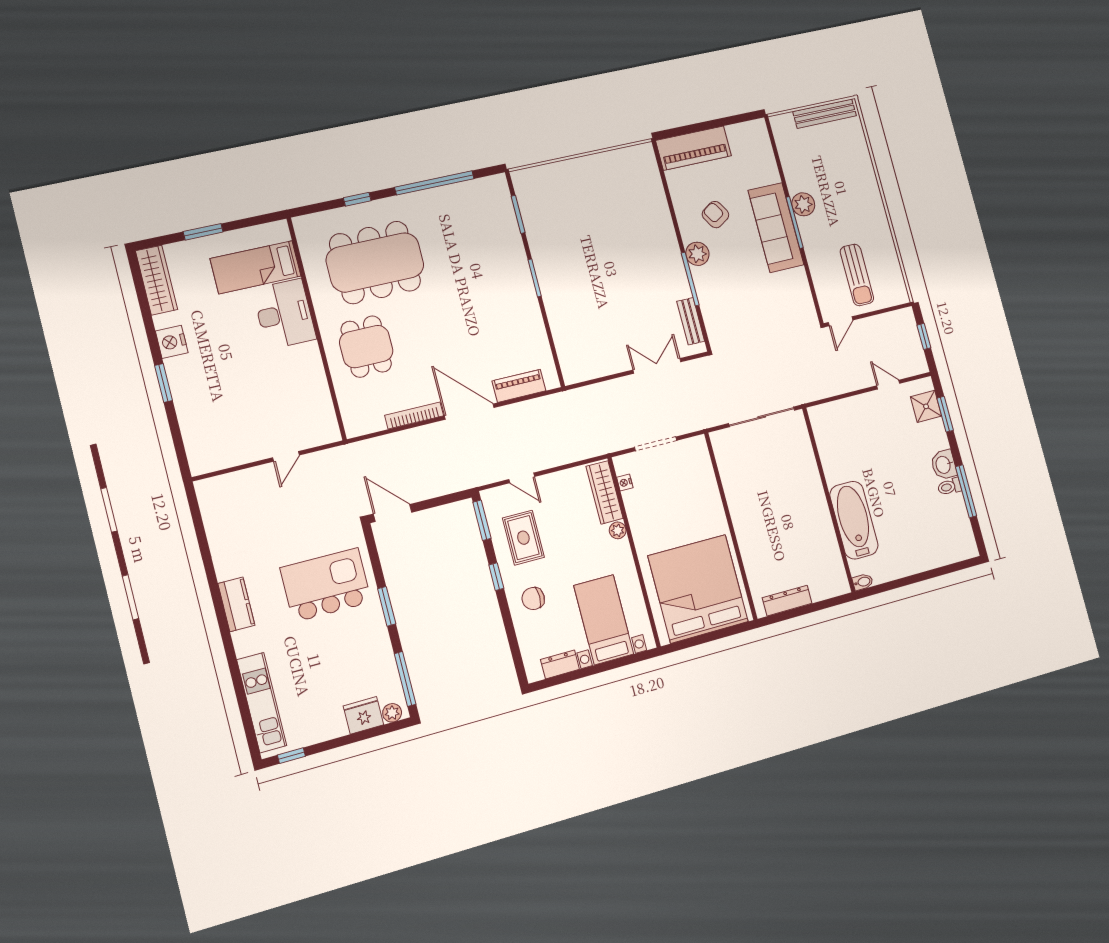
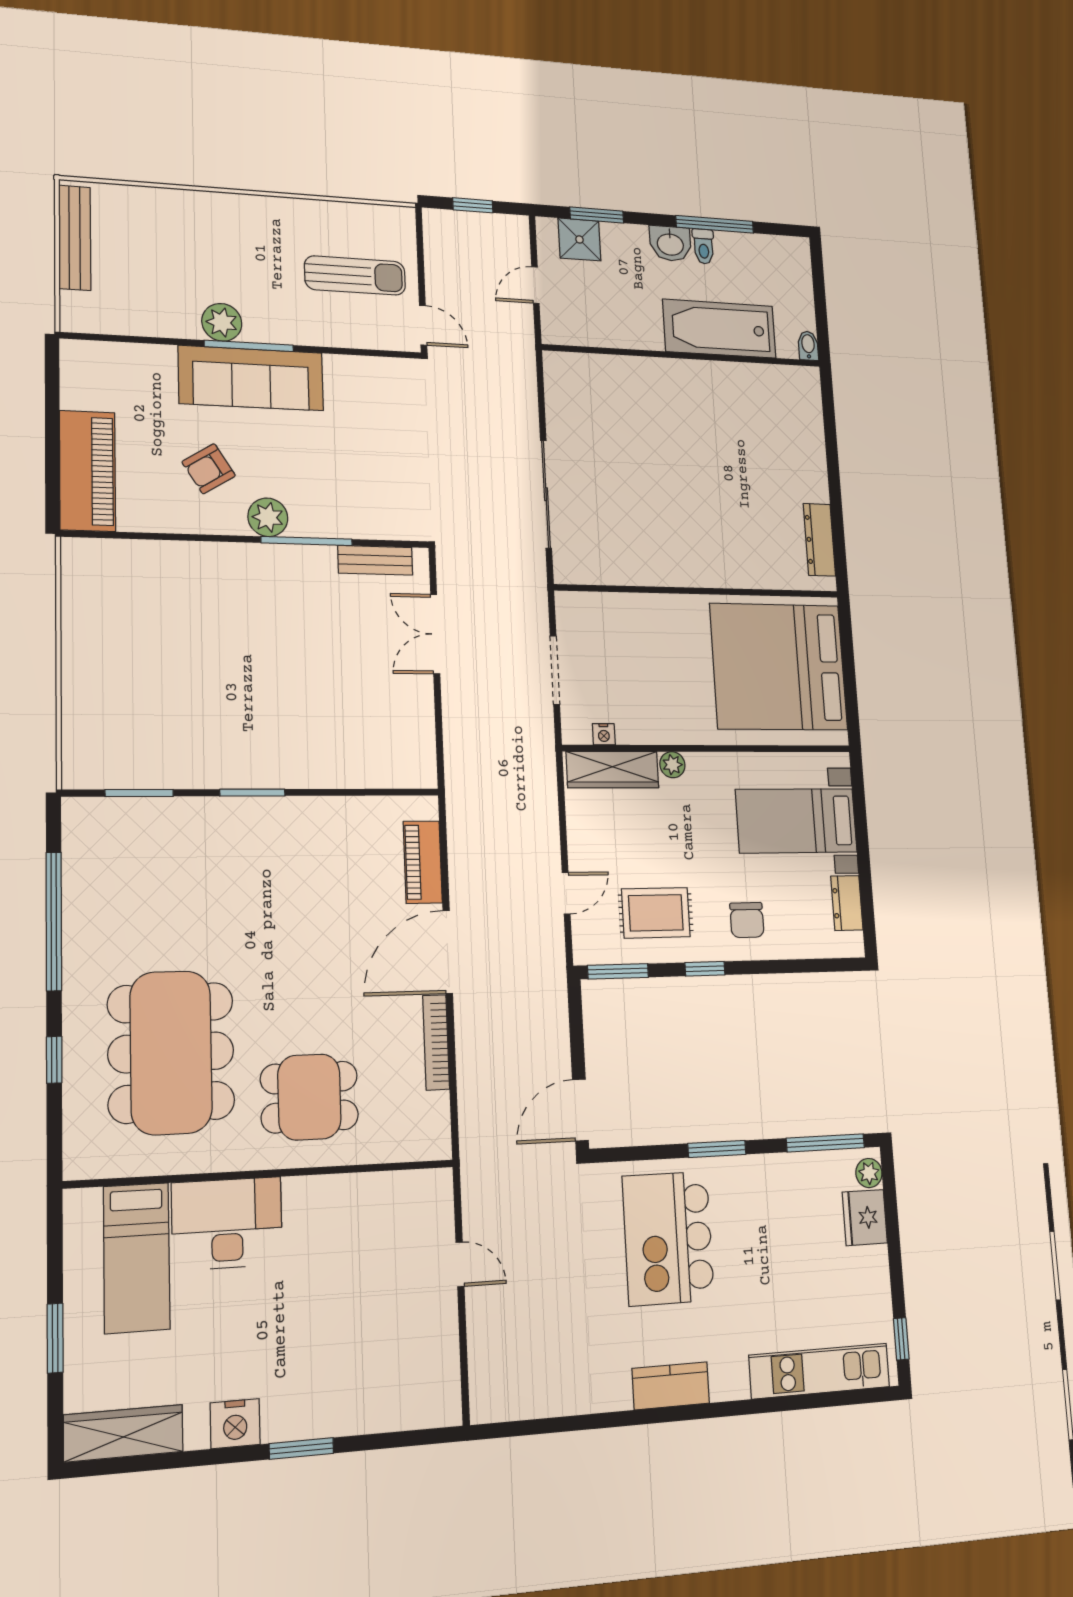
wall: (829, 500) -> (683, 356), moved
bathtub: (854, 520) -> (719, 329), moved
bidet: (863, 582) -> (808, 346), moved

